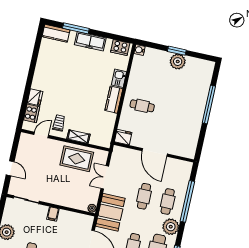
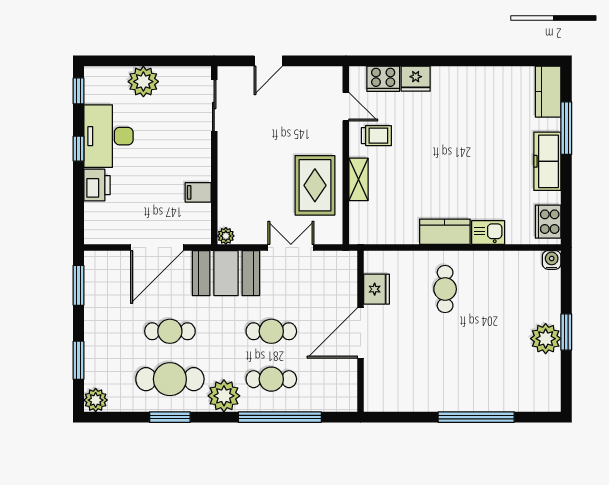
fridge: (123, 137) -> (377, 289), moved
filing cabinet: (53, 214) -> (198, 192), moved

